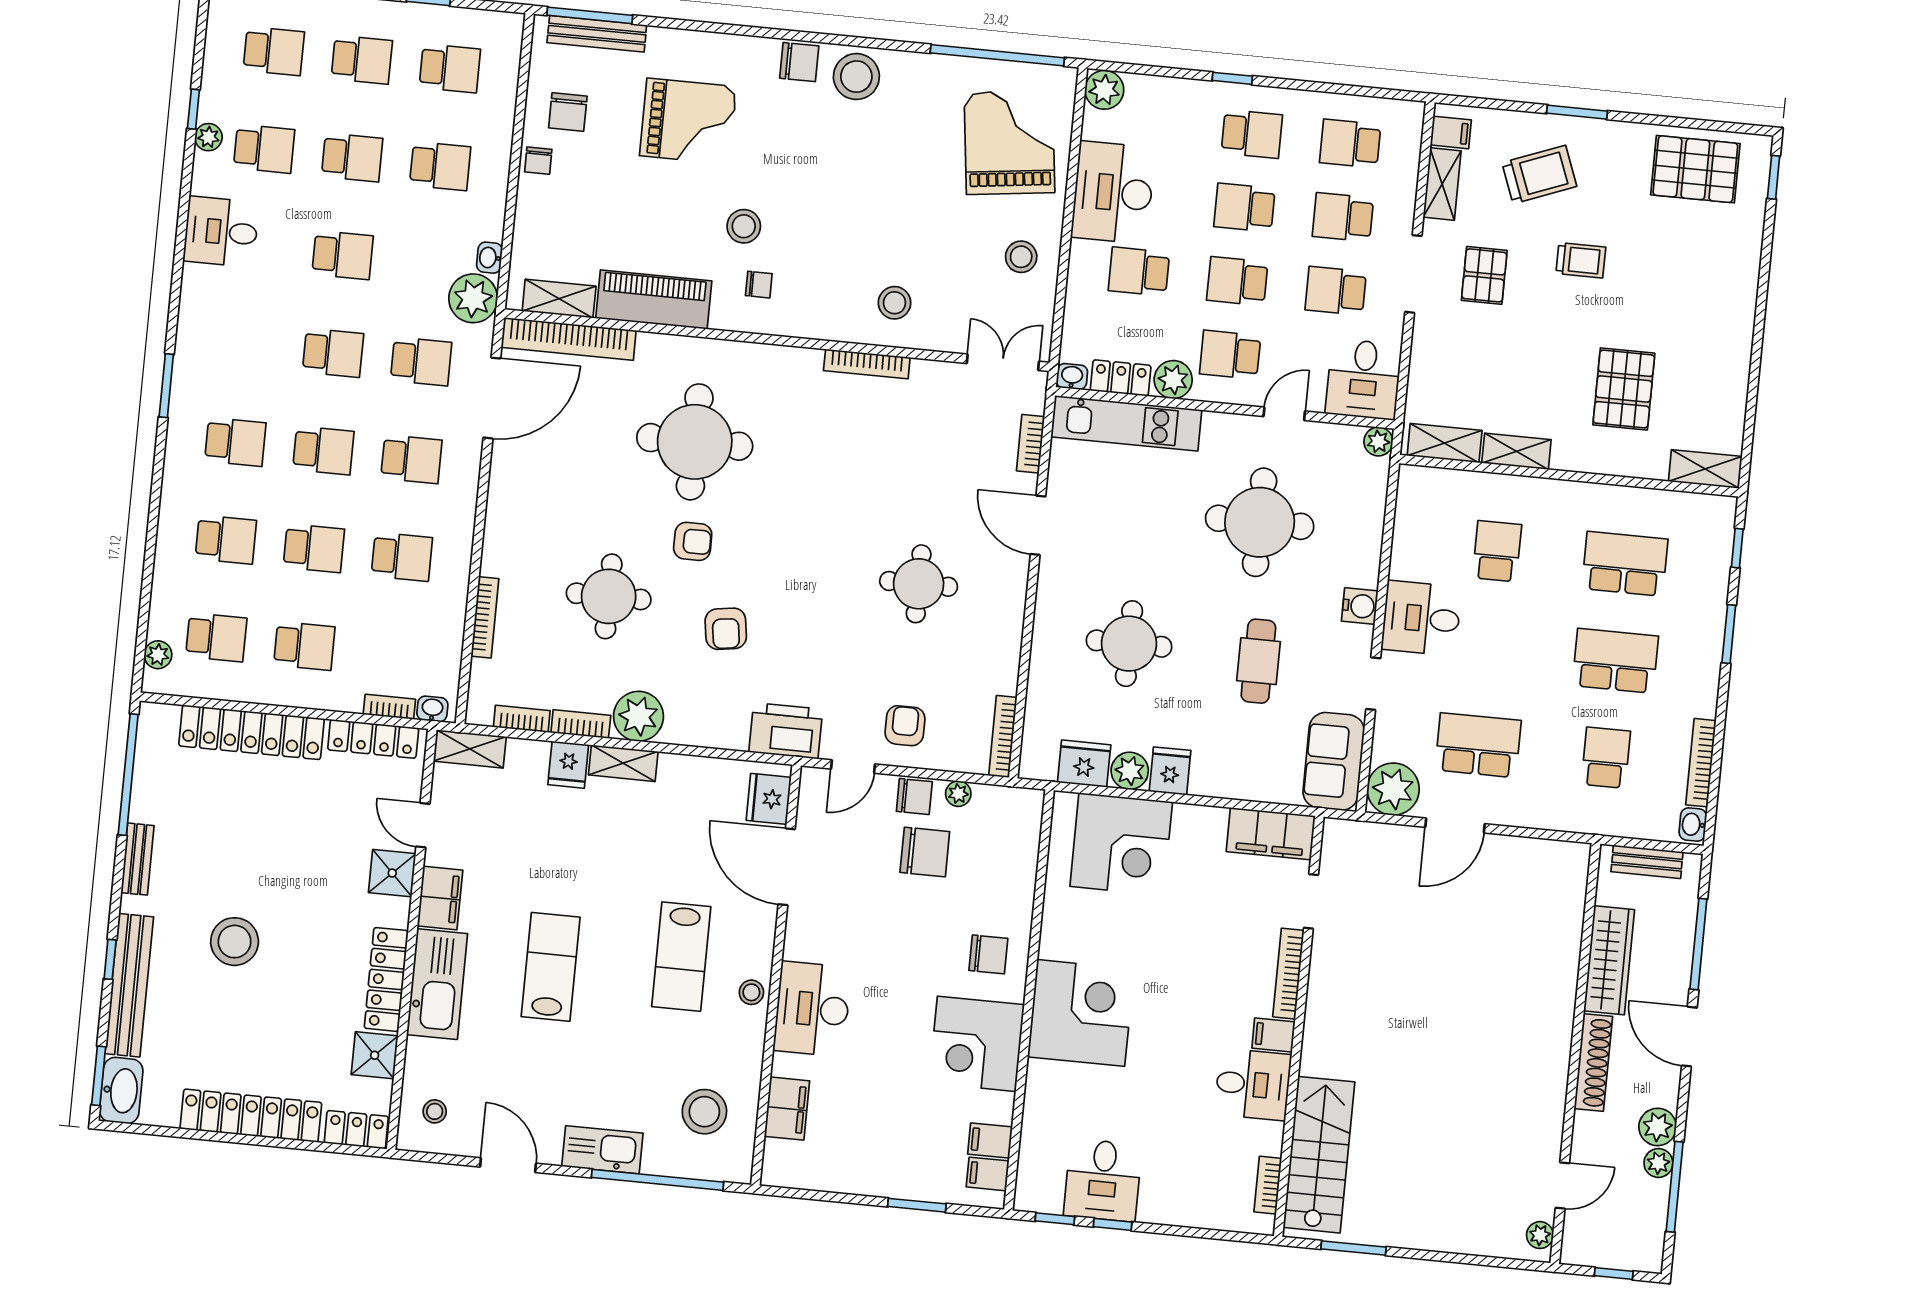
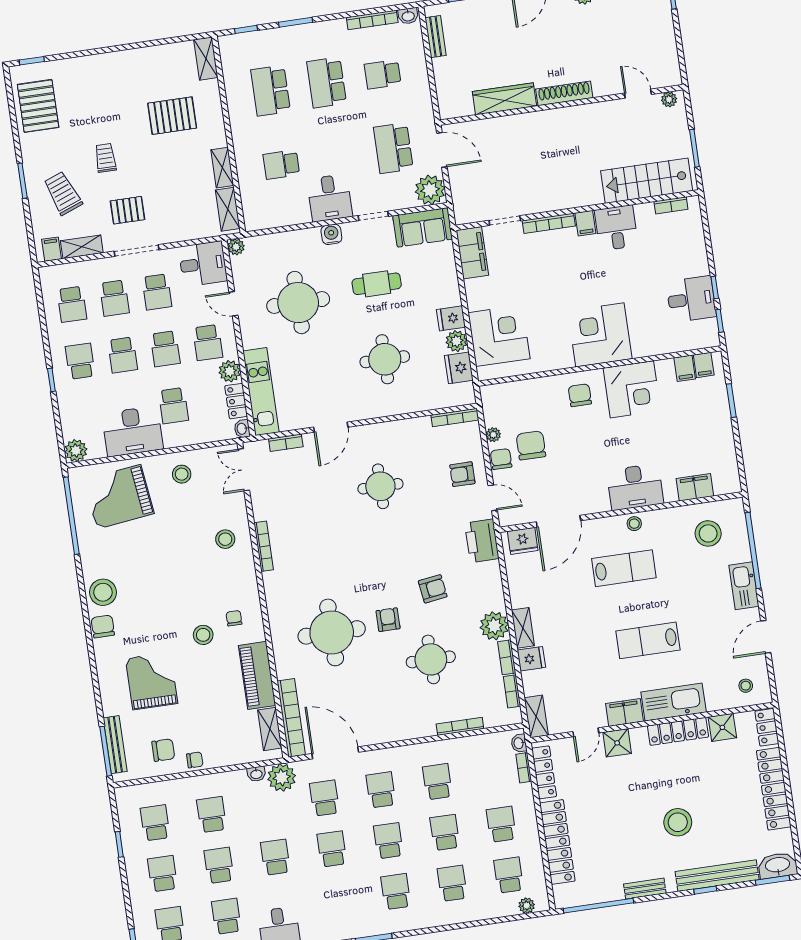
wardrobe: (1609, 960) -> (504, 99), moved
wall: (1575, 1054) -> (562, 105), moved
shoe rack: (1593, 1062) -> (564, 93), moved
door: (1562, 1186) -> (638, 94), moved
plant: (1540, 1235) -> (669, 99), moved

